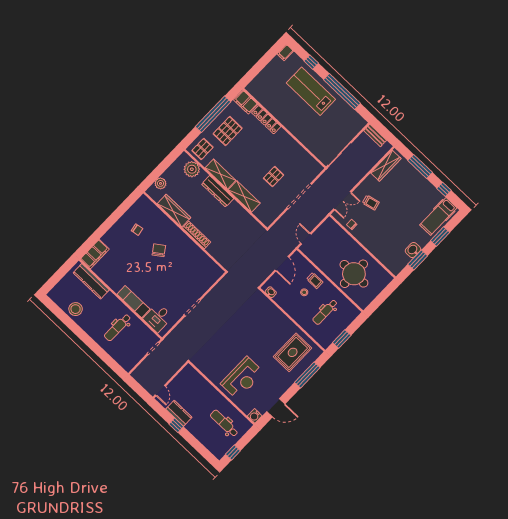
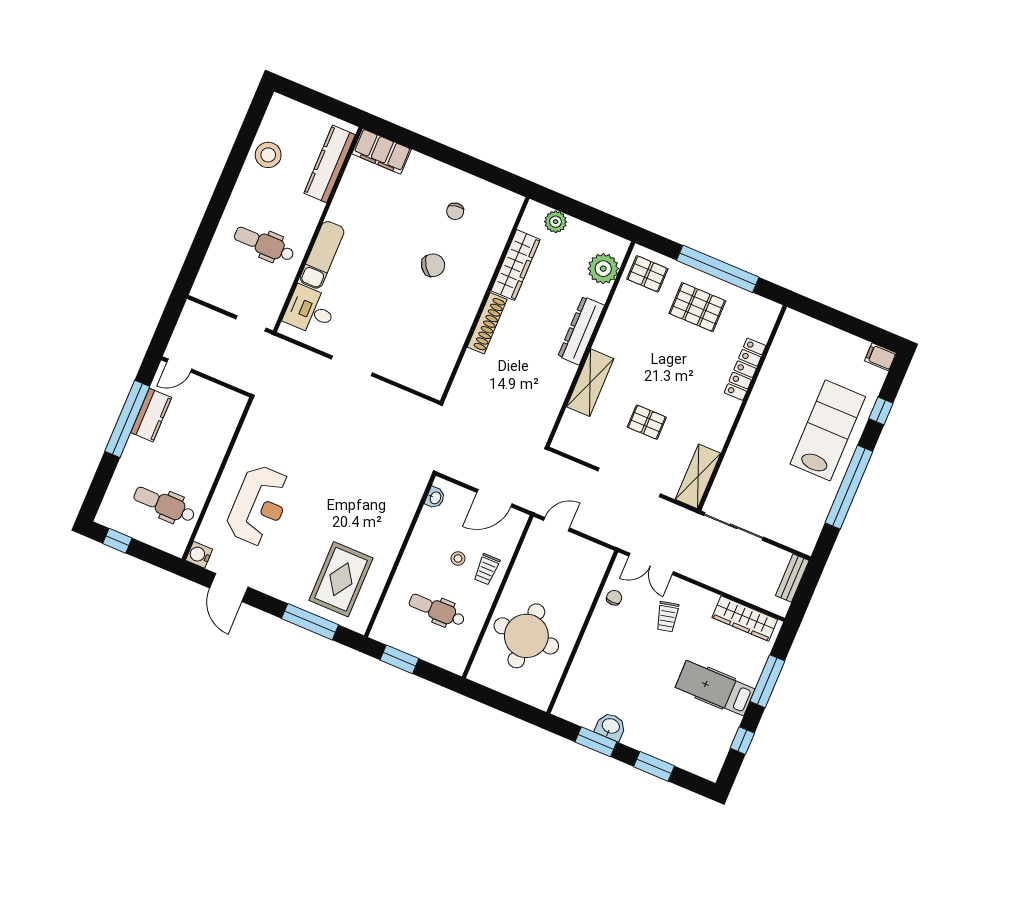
filing cabinet: (246, 102) -> (763, 320), removed
shelving: (220, 174) -> (698, 476), moved
hospital bed: (438, 216) -> (715, 688), moved
rug: (293, 352) -> (341, 579), turned 90
reception desk: (242, 378) -> (259, 506), turned -90
dental chair: (224, 423) -> (164, 505), turned -90
window: (176, 425) -> (127, 419), width x3.17

